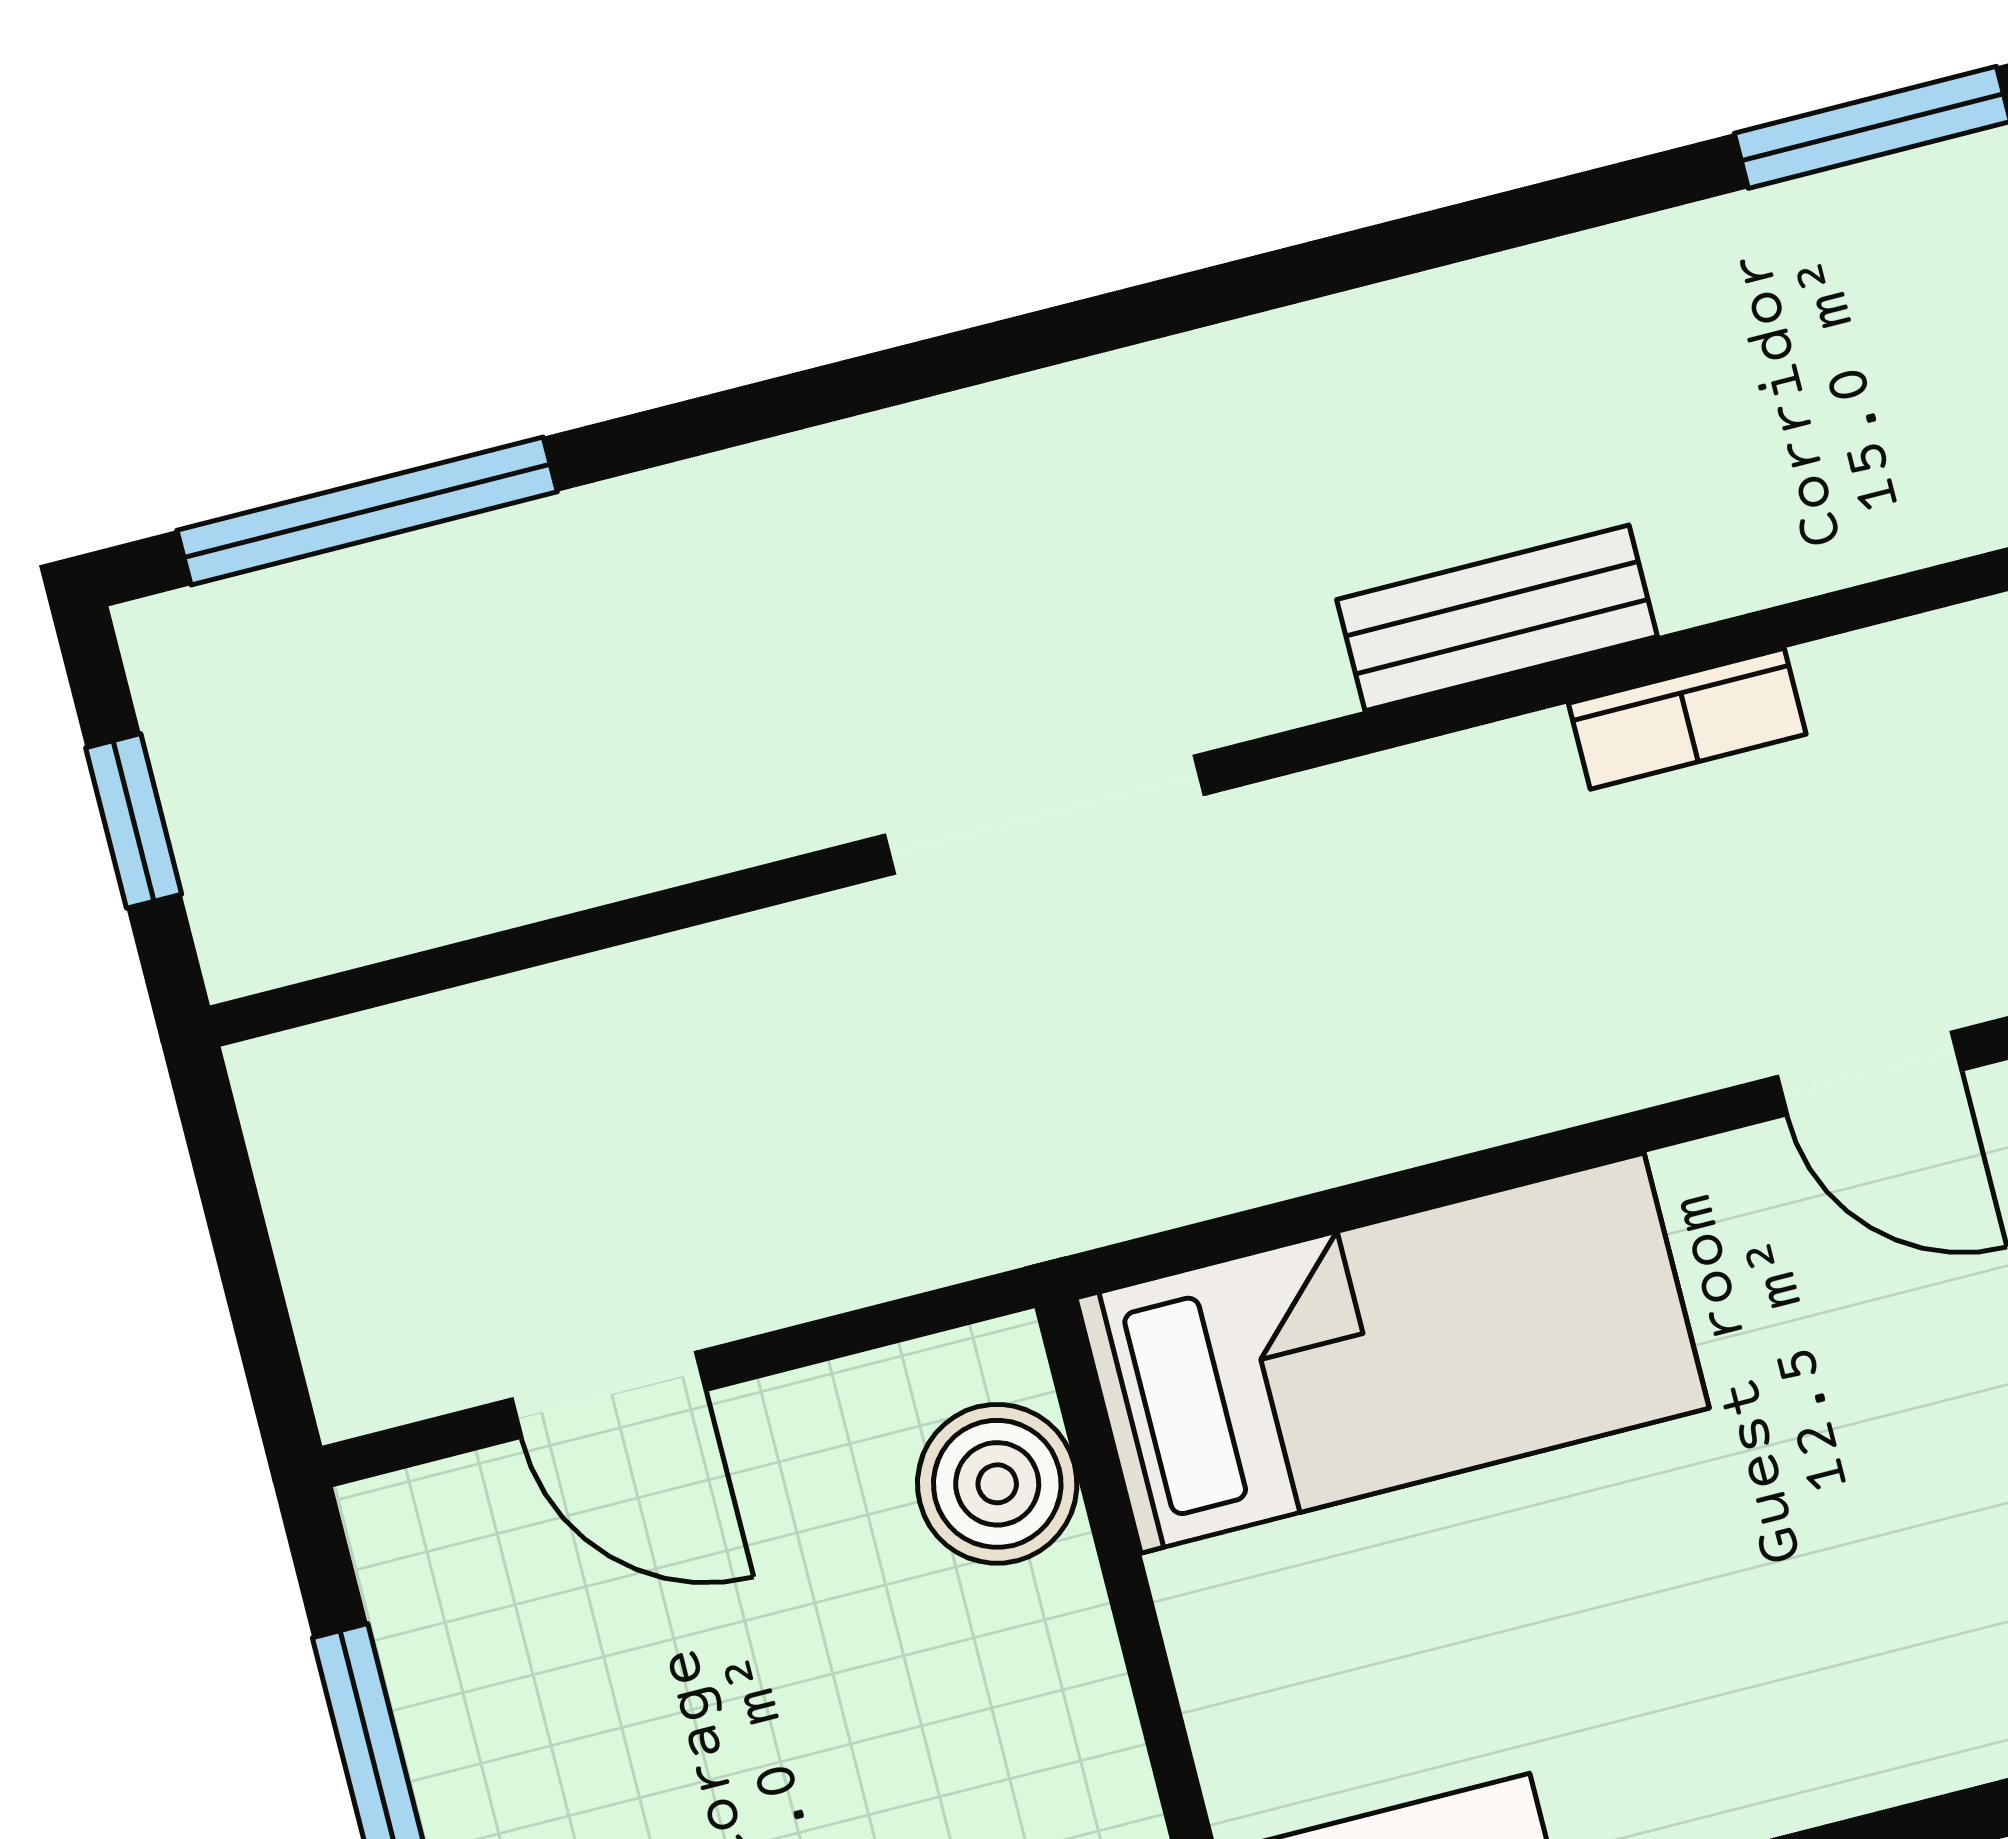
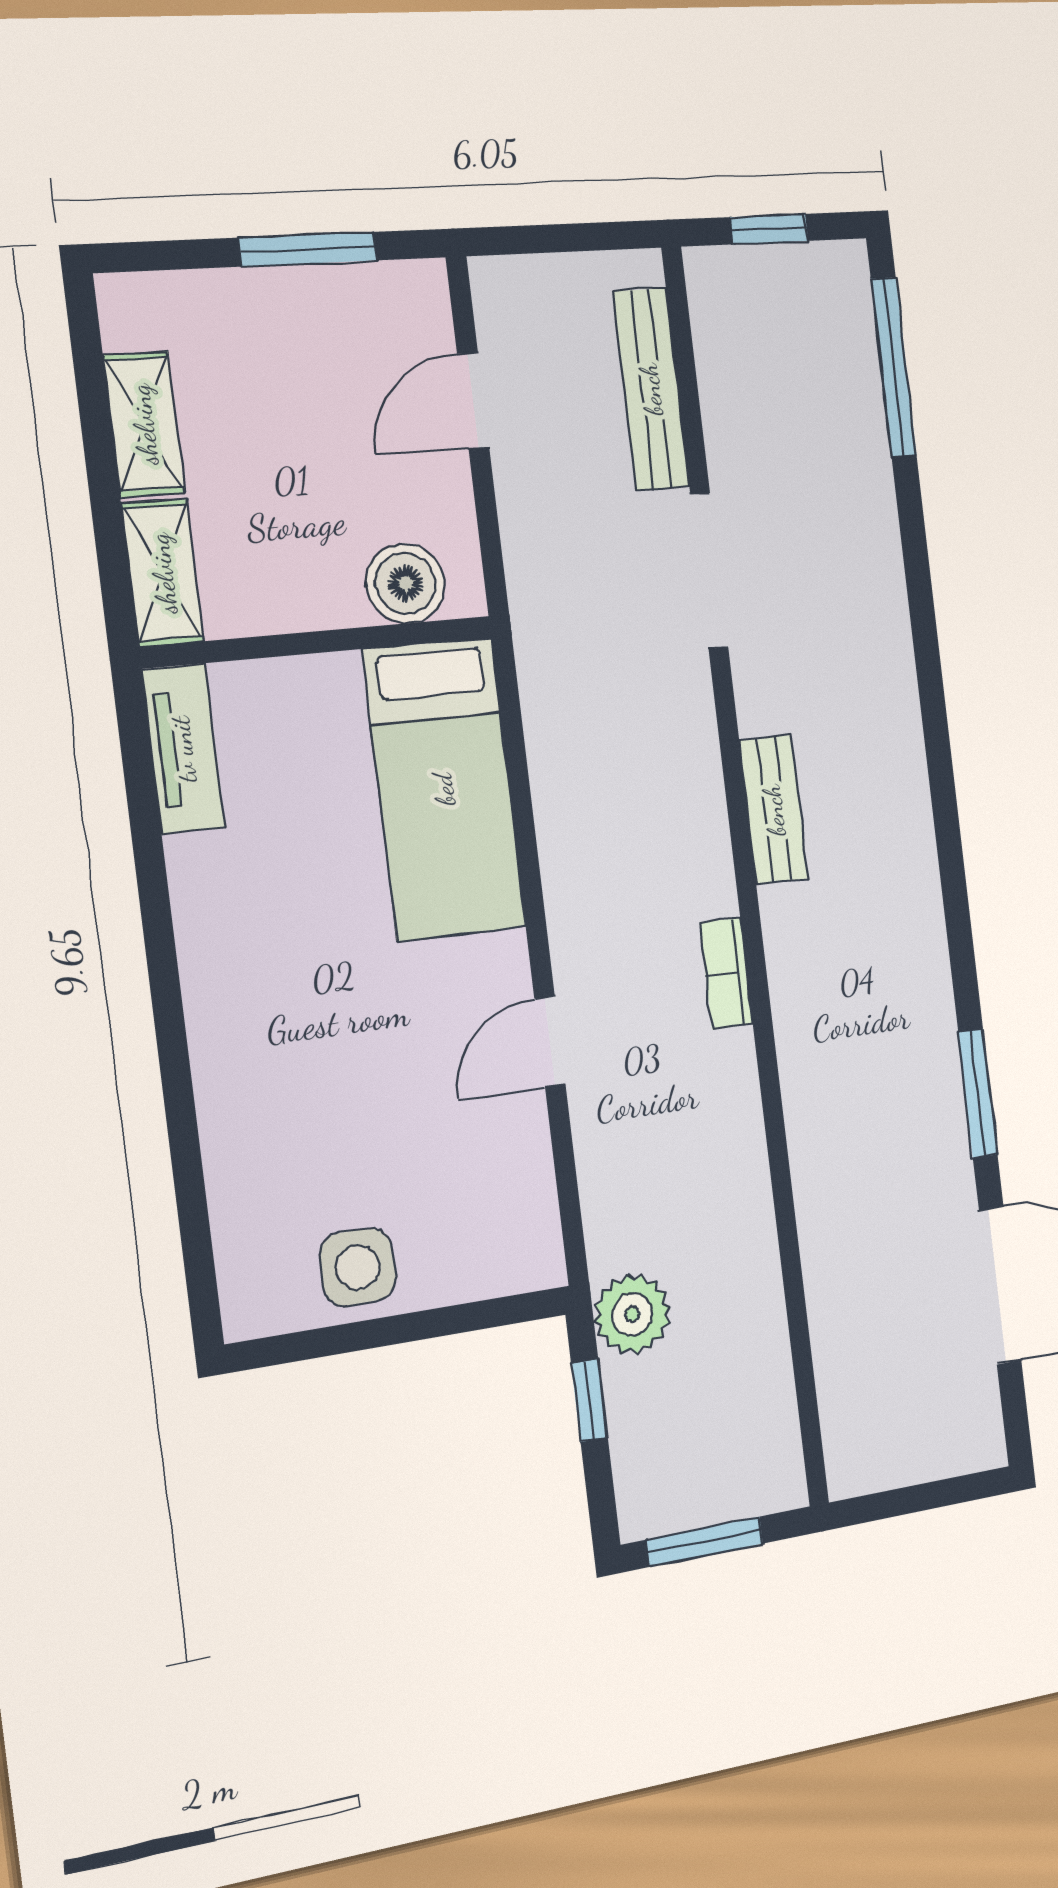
bench: (1497, 618) -> (774, 810), moved
doorway: (1044, 815) -> (709, 571), moved
bench: (515, 1031) -> (651, 389), added

